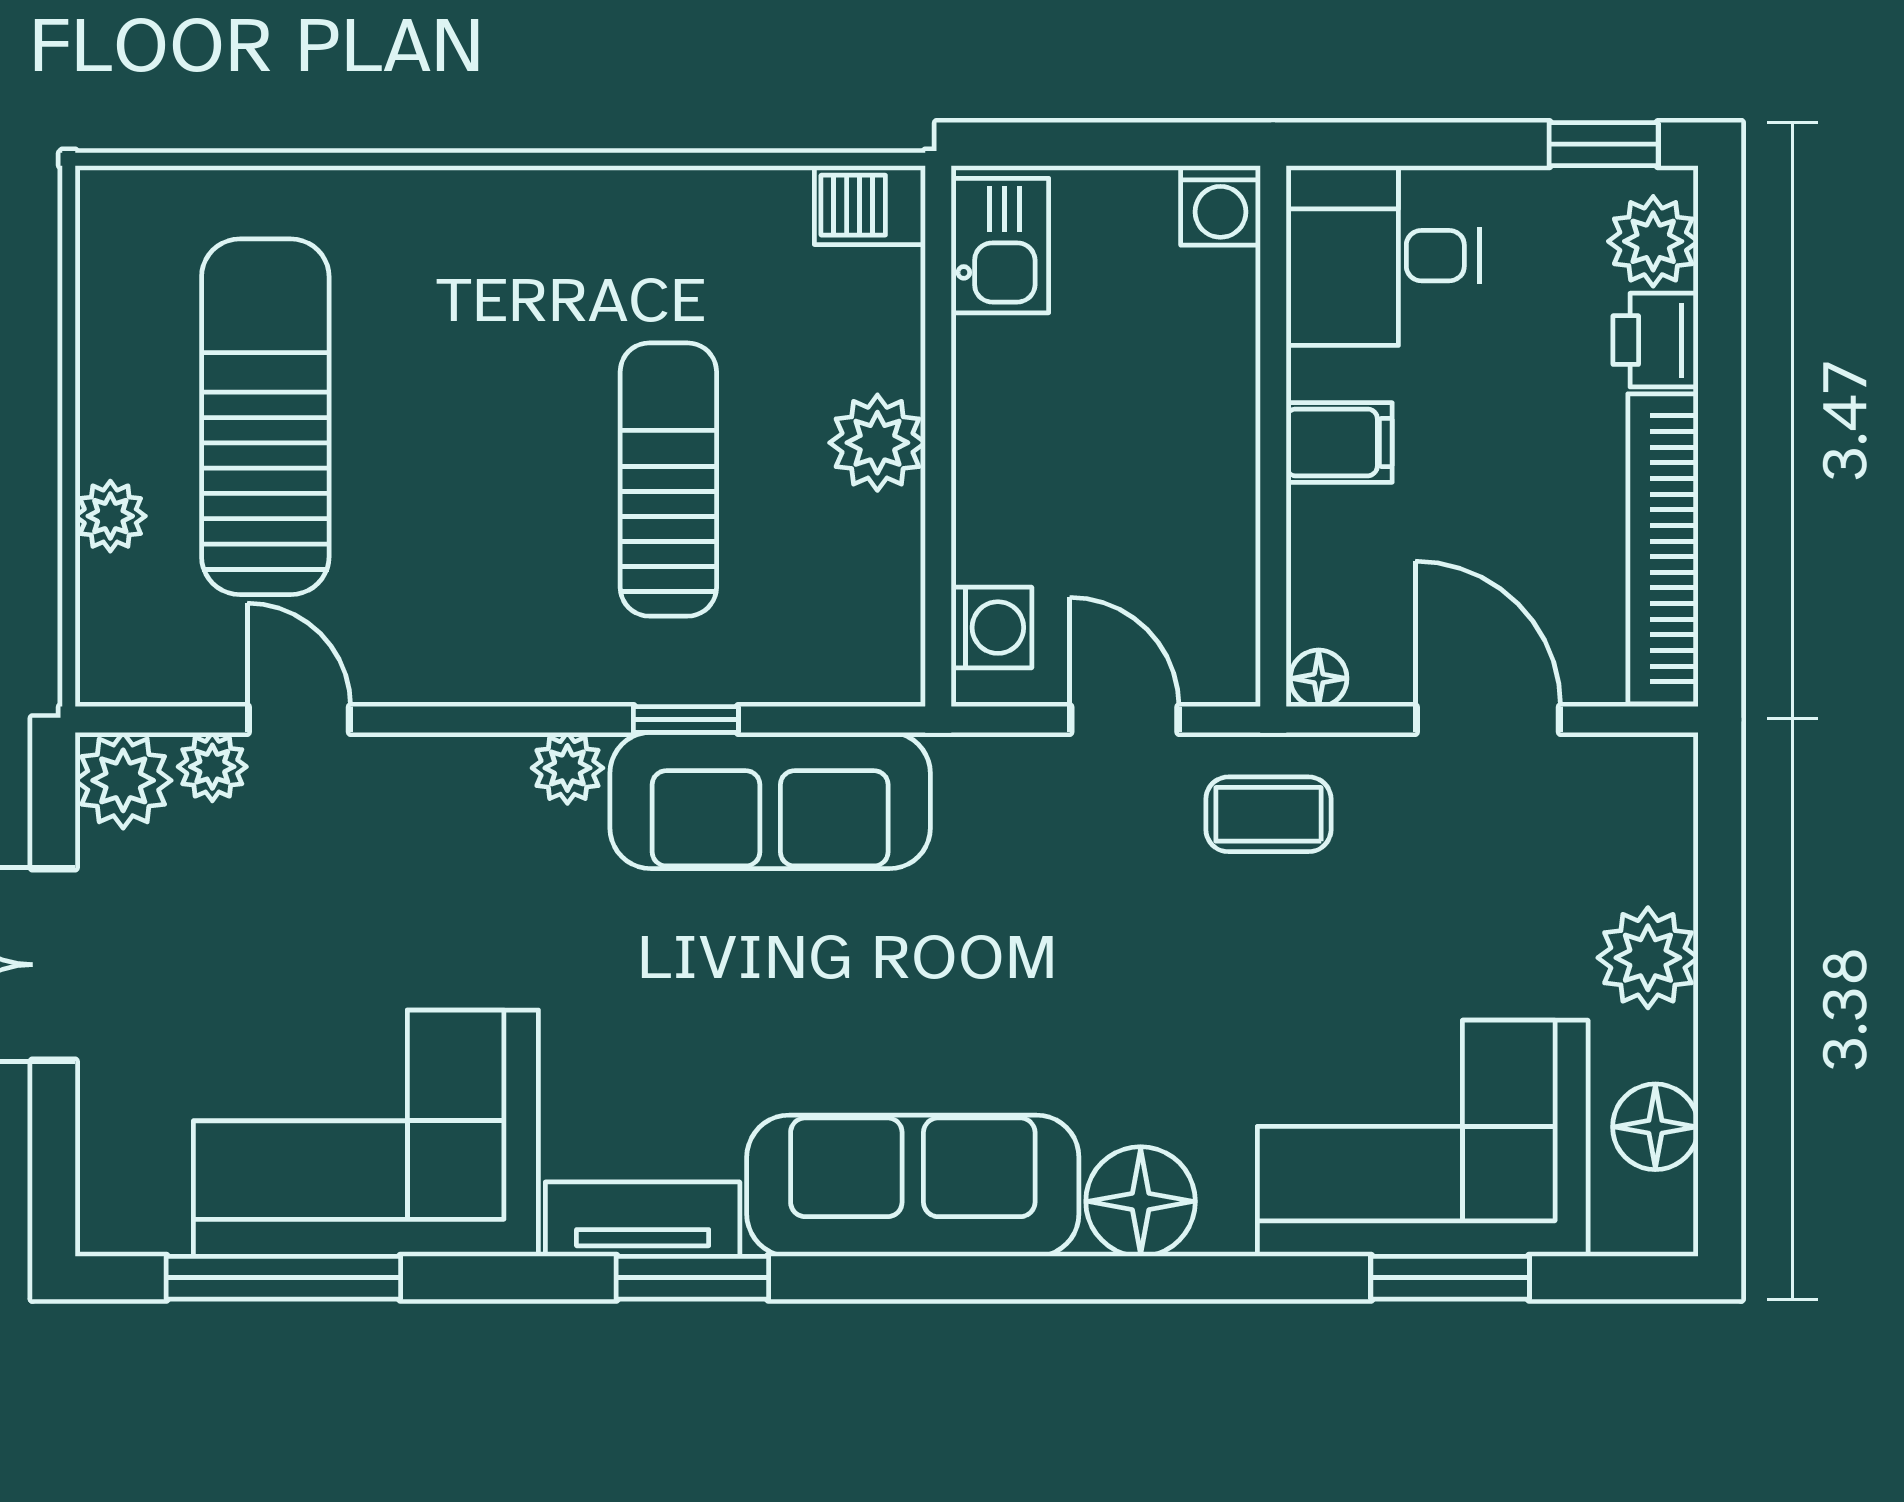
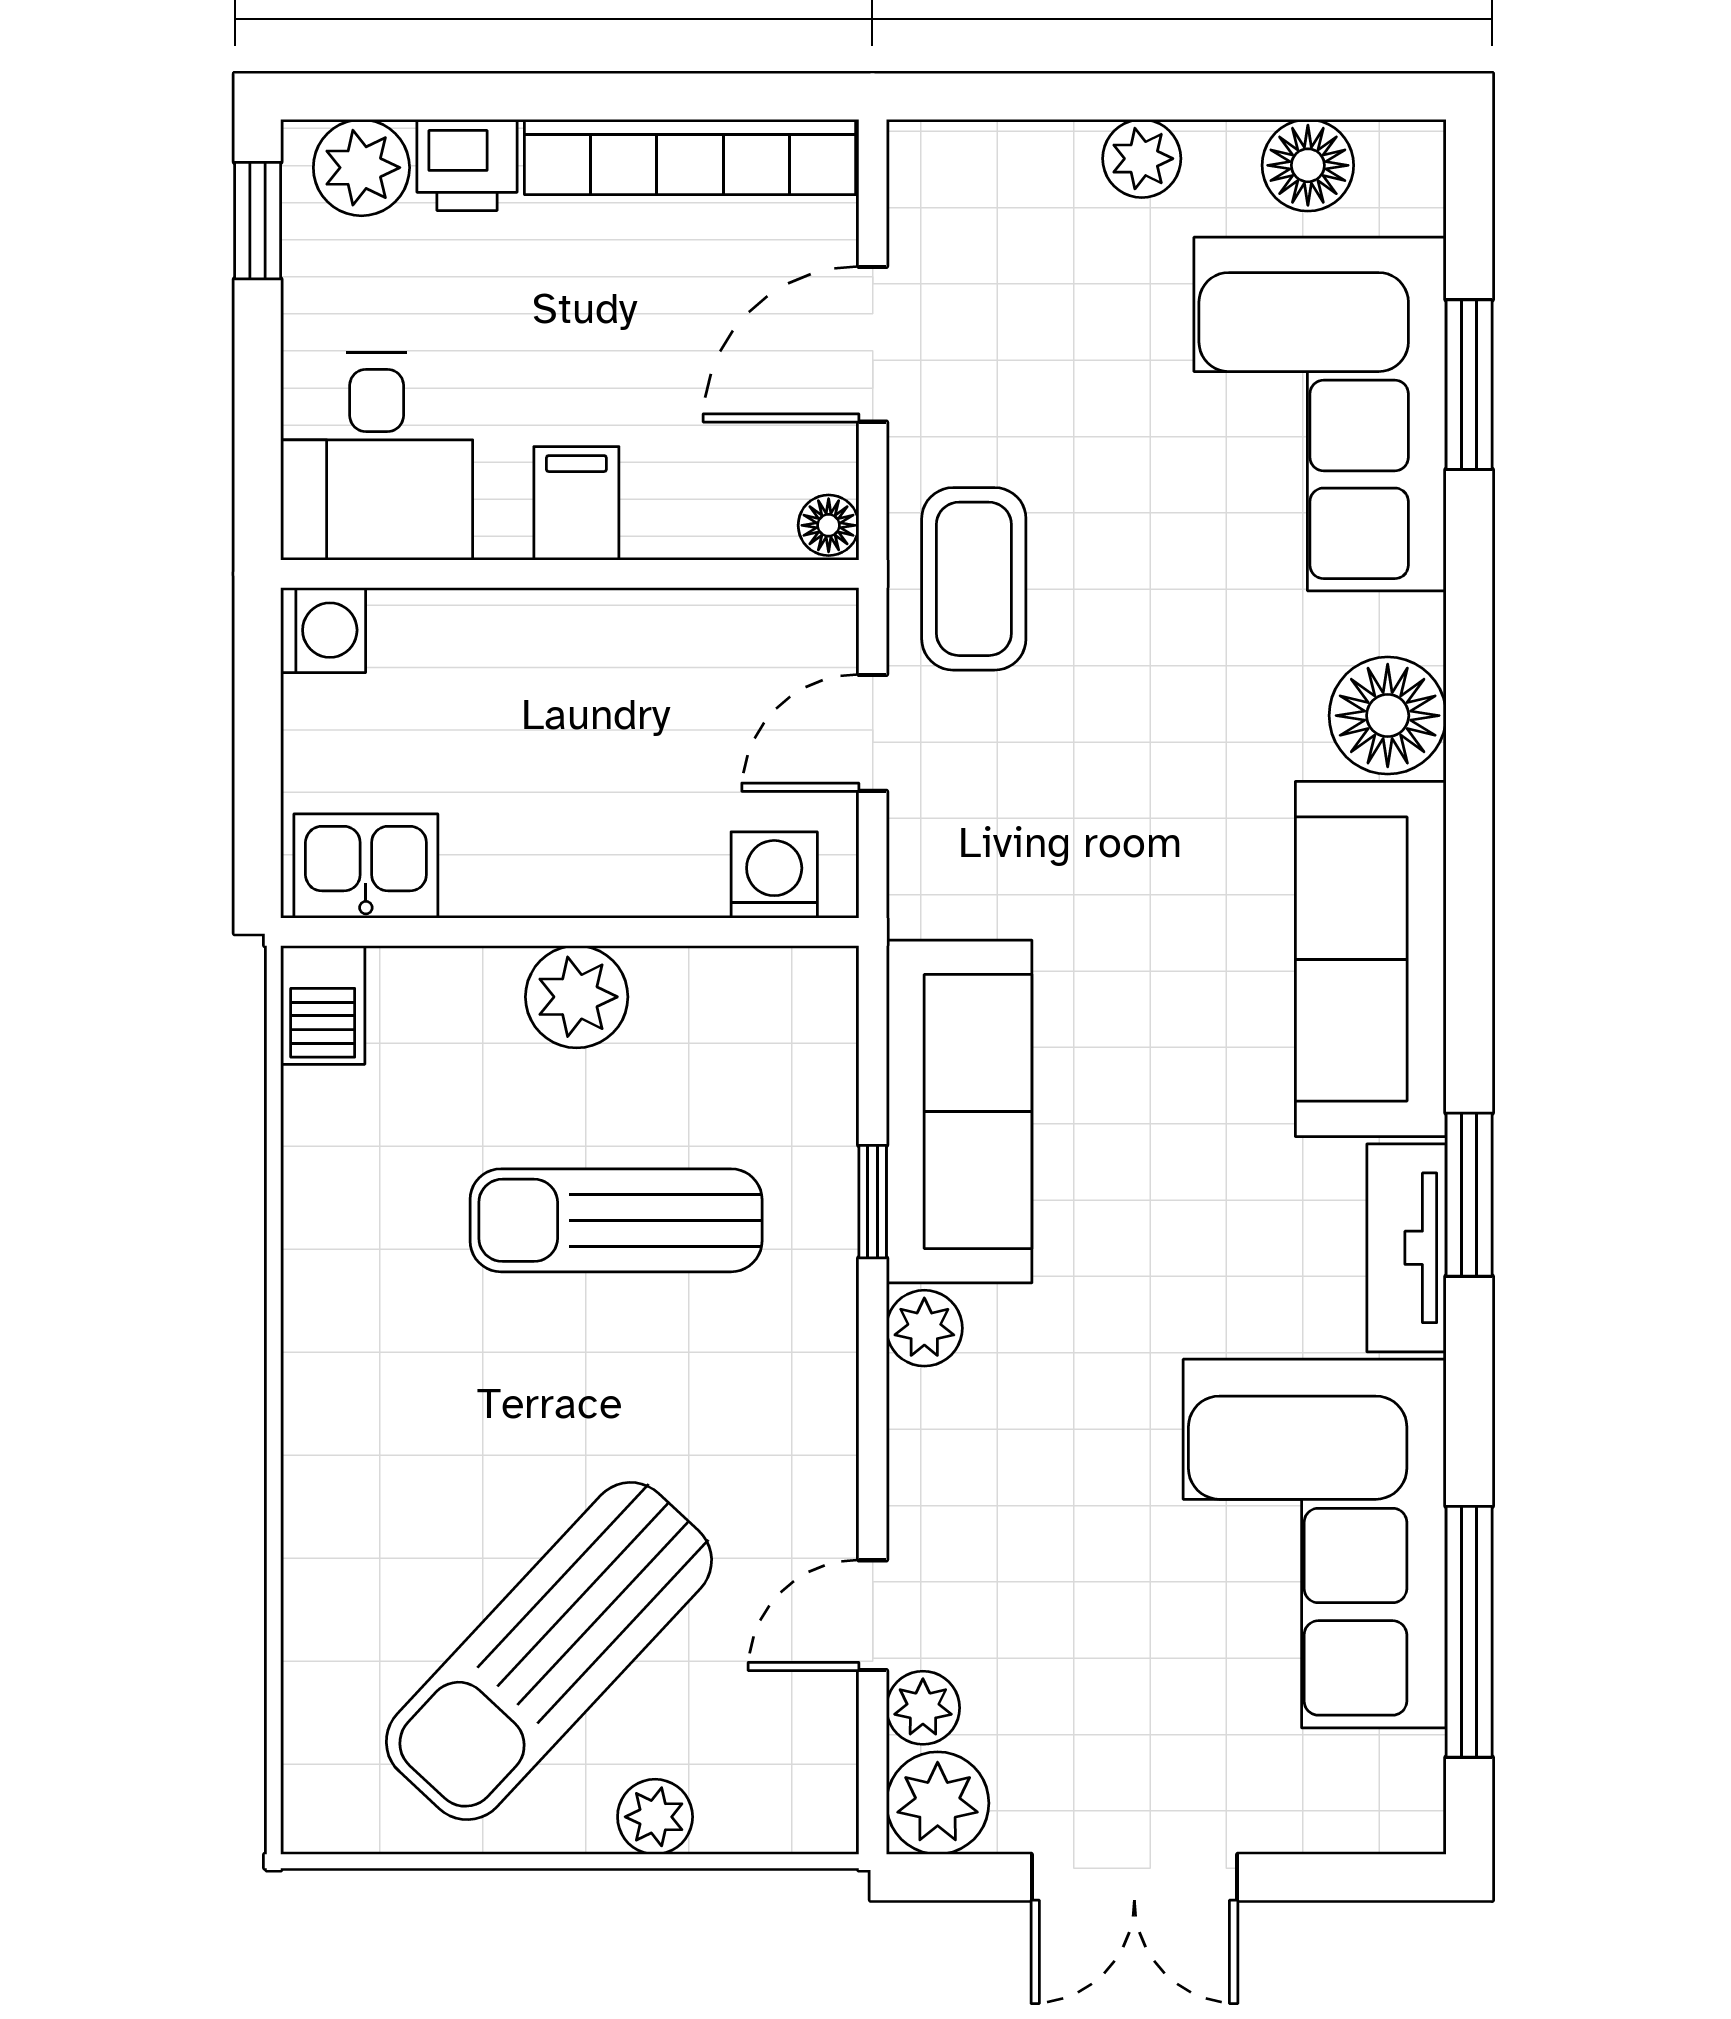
sun lounger: (265, 417) -> (549, 1651), turned -47
coffee table: (1268, 814) -> (974, 579), width x1.36, depth x1.30
plant: (1648, 958) -> (1142, 159), width x0.73, depth x0.73

